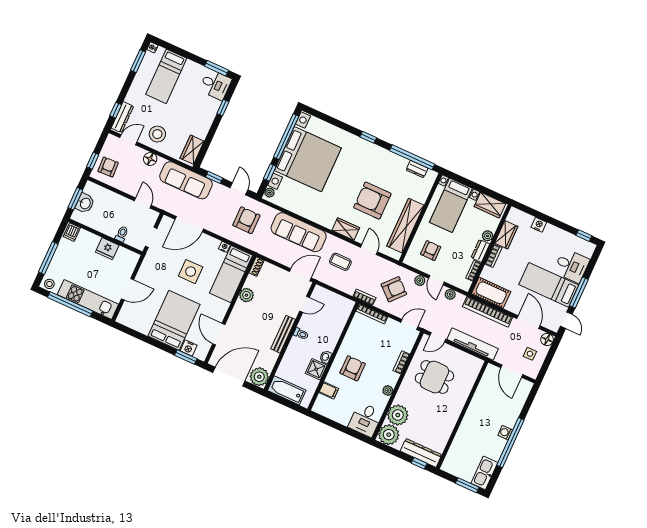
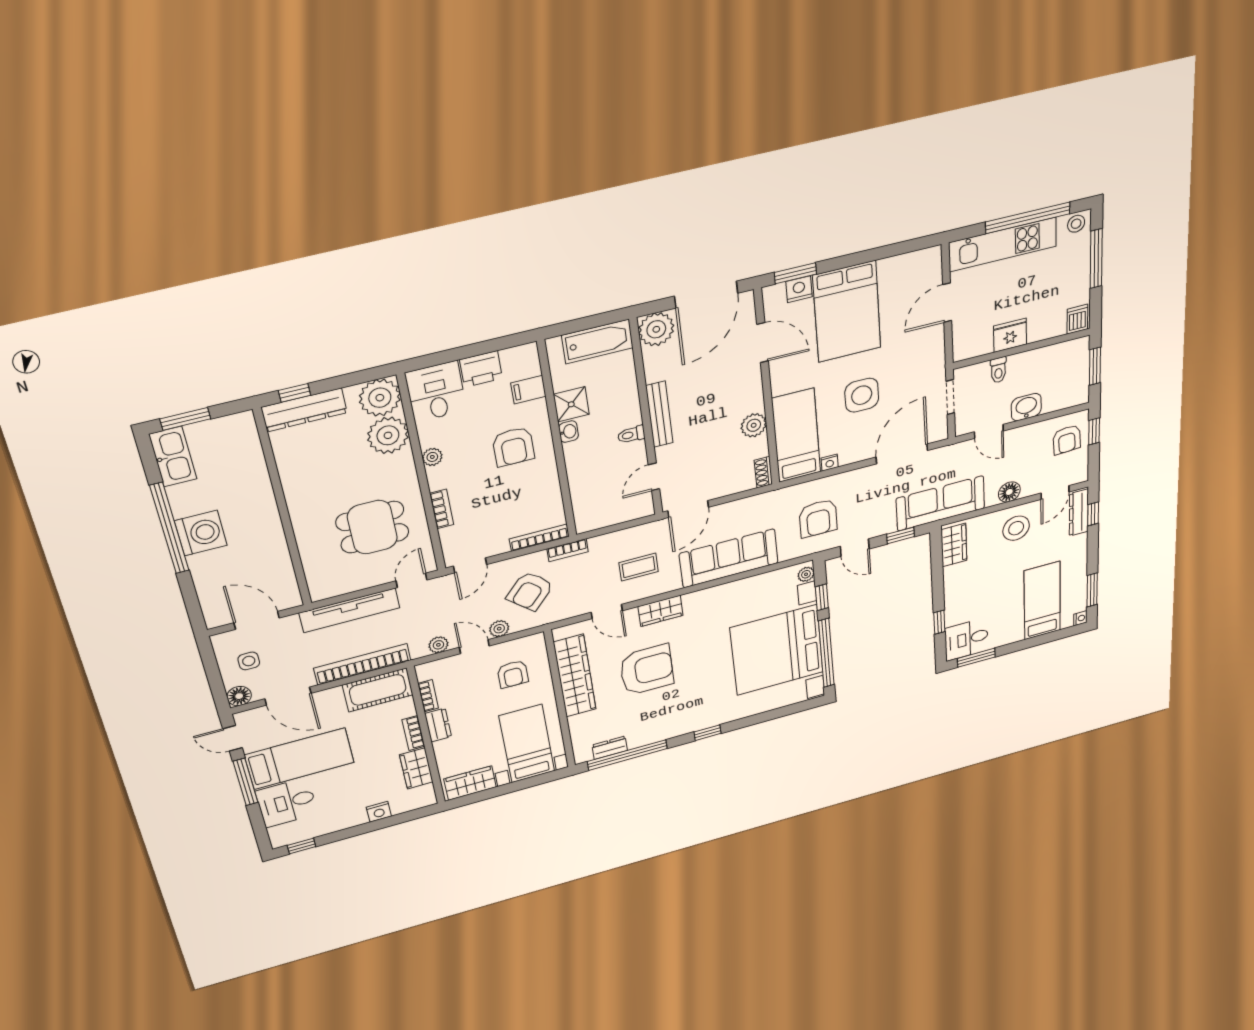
washbasin: (85, 203) -> (1026, 407), moved, turned 90
plant: (488, 236) -> (443, 749), removed
printer: (341, 415) -> (481, 369), added
washing machine: (505, 433) -> (201, 533), width x1.89, depth x1.89

